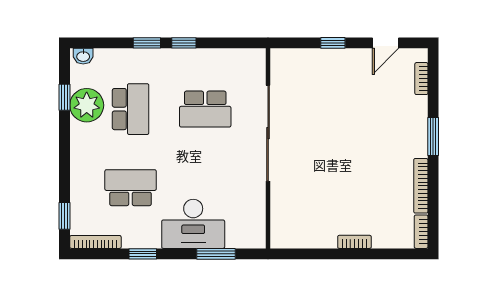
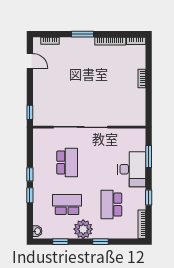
window: (333, 43) -> (30, 112), moved
plant: (87, 105) -> (83, 229), moved
window: (65, 216) -> (101, 242), moved

